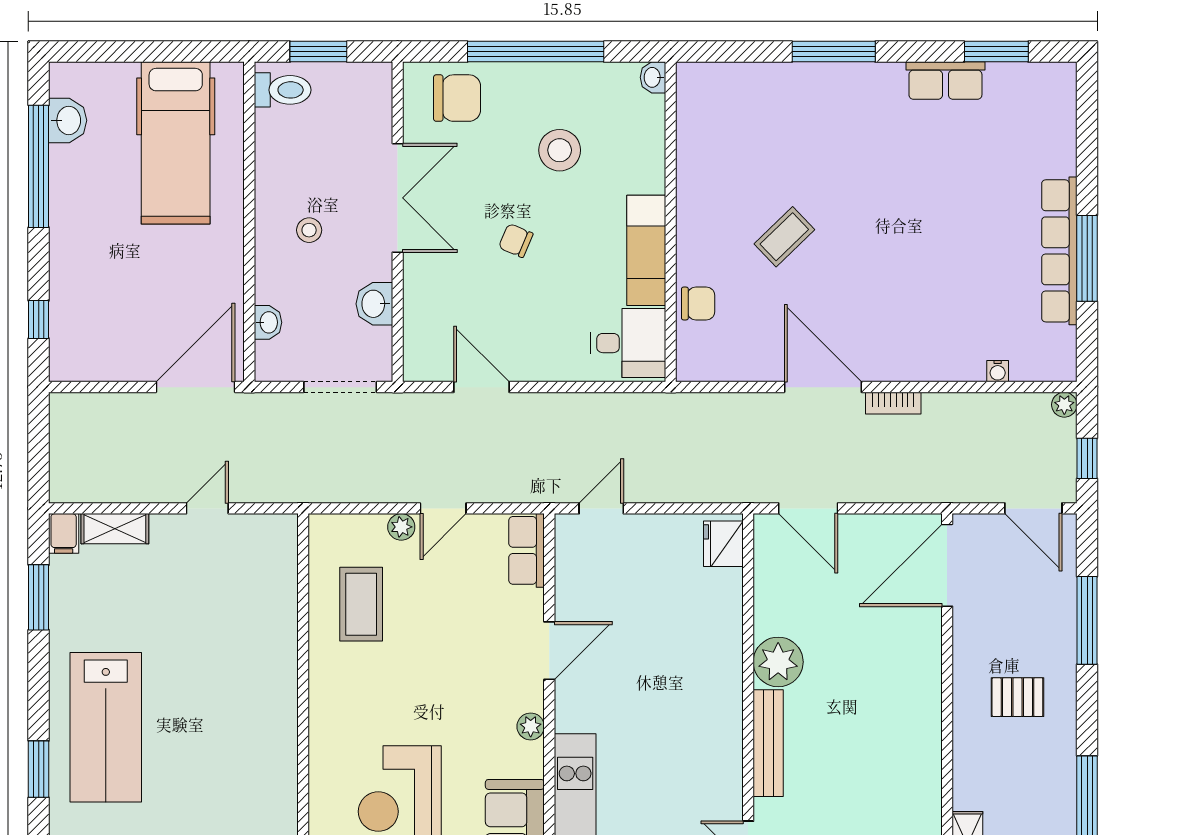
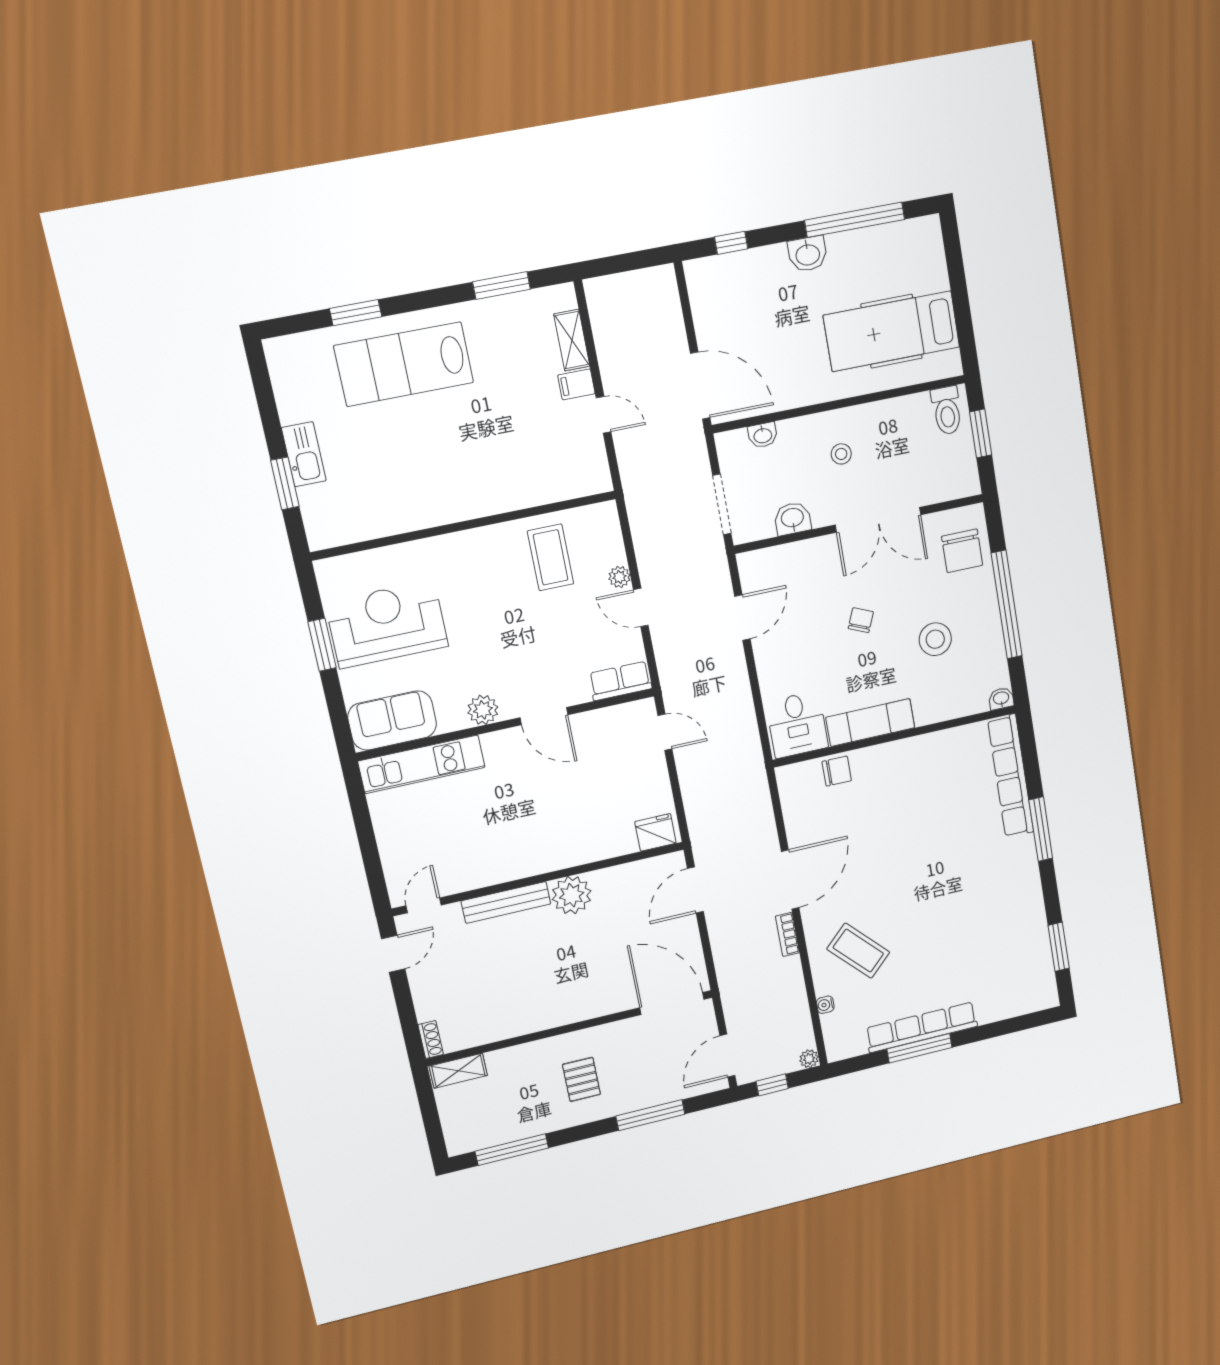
row of seats: (945, 81) -> (1011, 776), moved, width x2.02
washbasin: (68, 120) -> (808, 254), moved
coffee table: (784, 237) -> (858, 951), moved, width x1.36, depth x1.30
chair: (698, 303) -> (837, 771), turned -90
filing cabinet: (64, 533) -> (576, 384), moved
coffee table: (361, 604) -> (551, 557), turned 90
plant: (531, 726) -> (483, 710), width x1.38, depth x1.38

